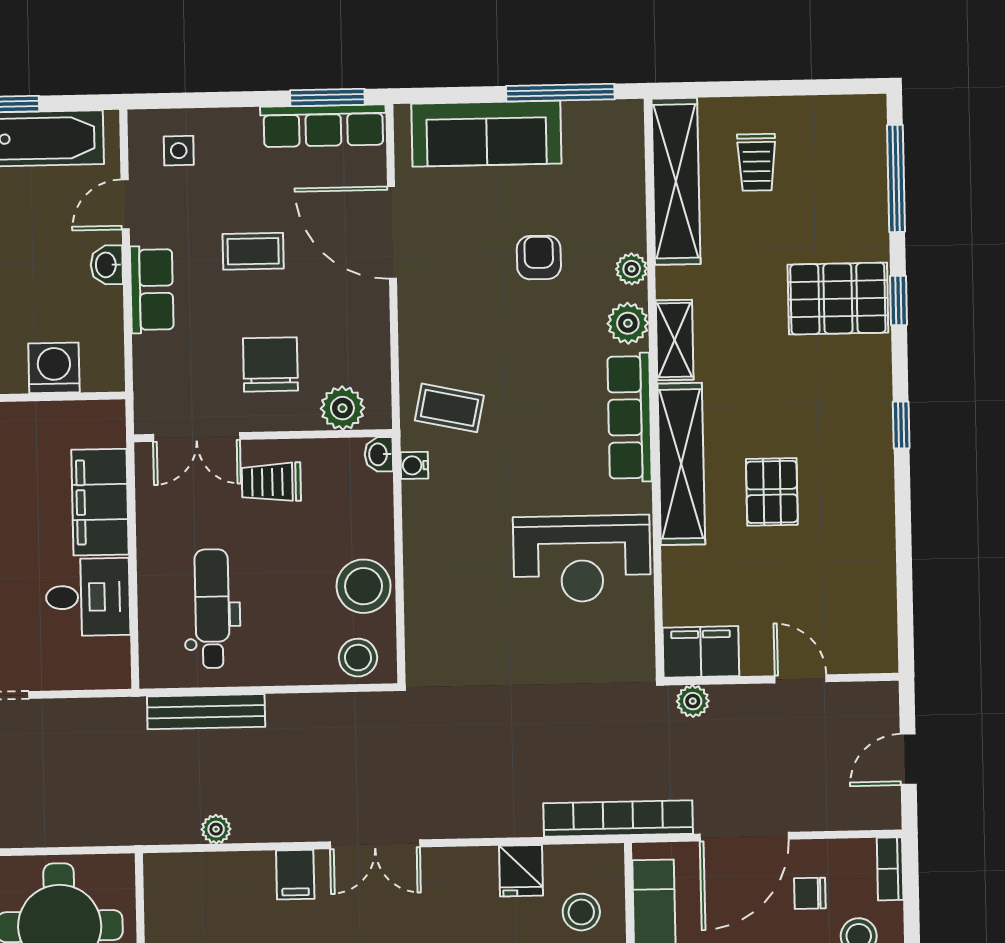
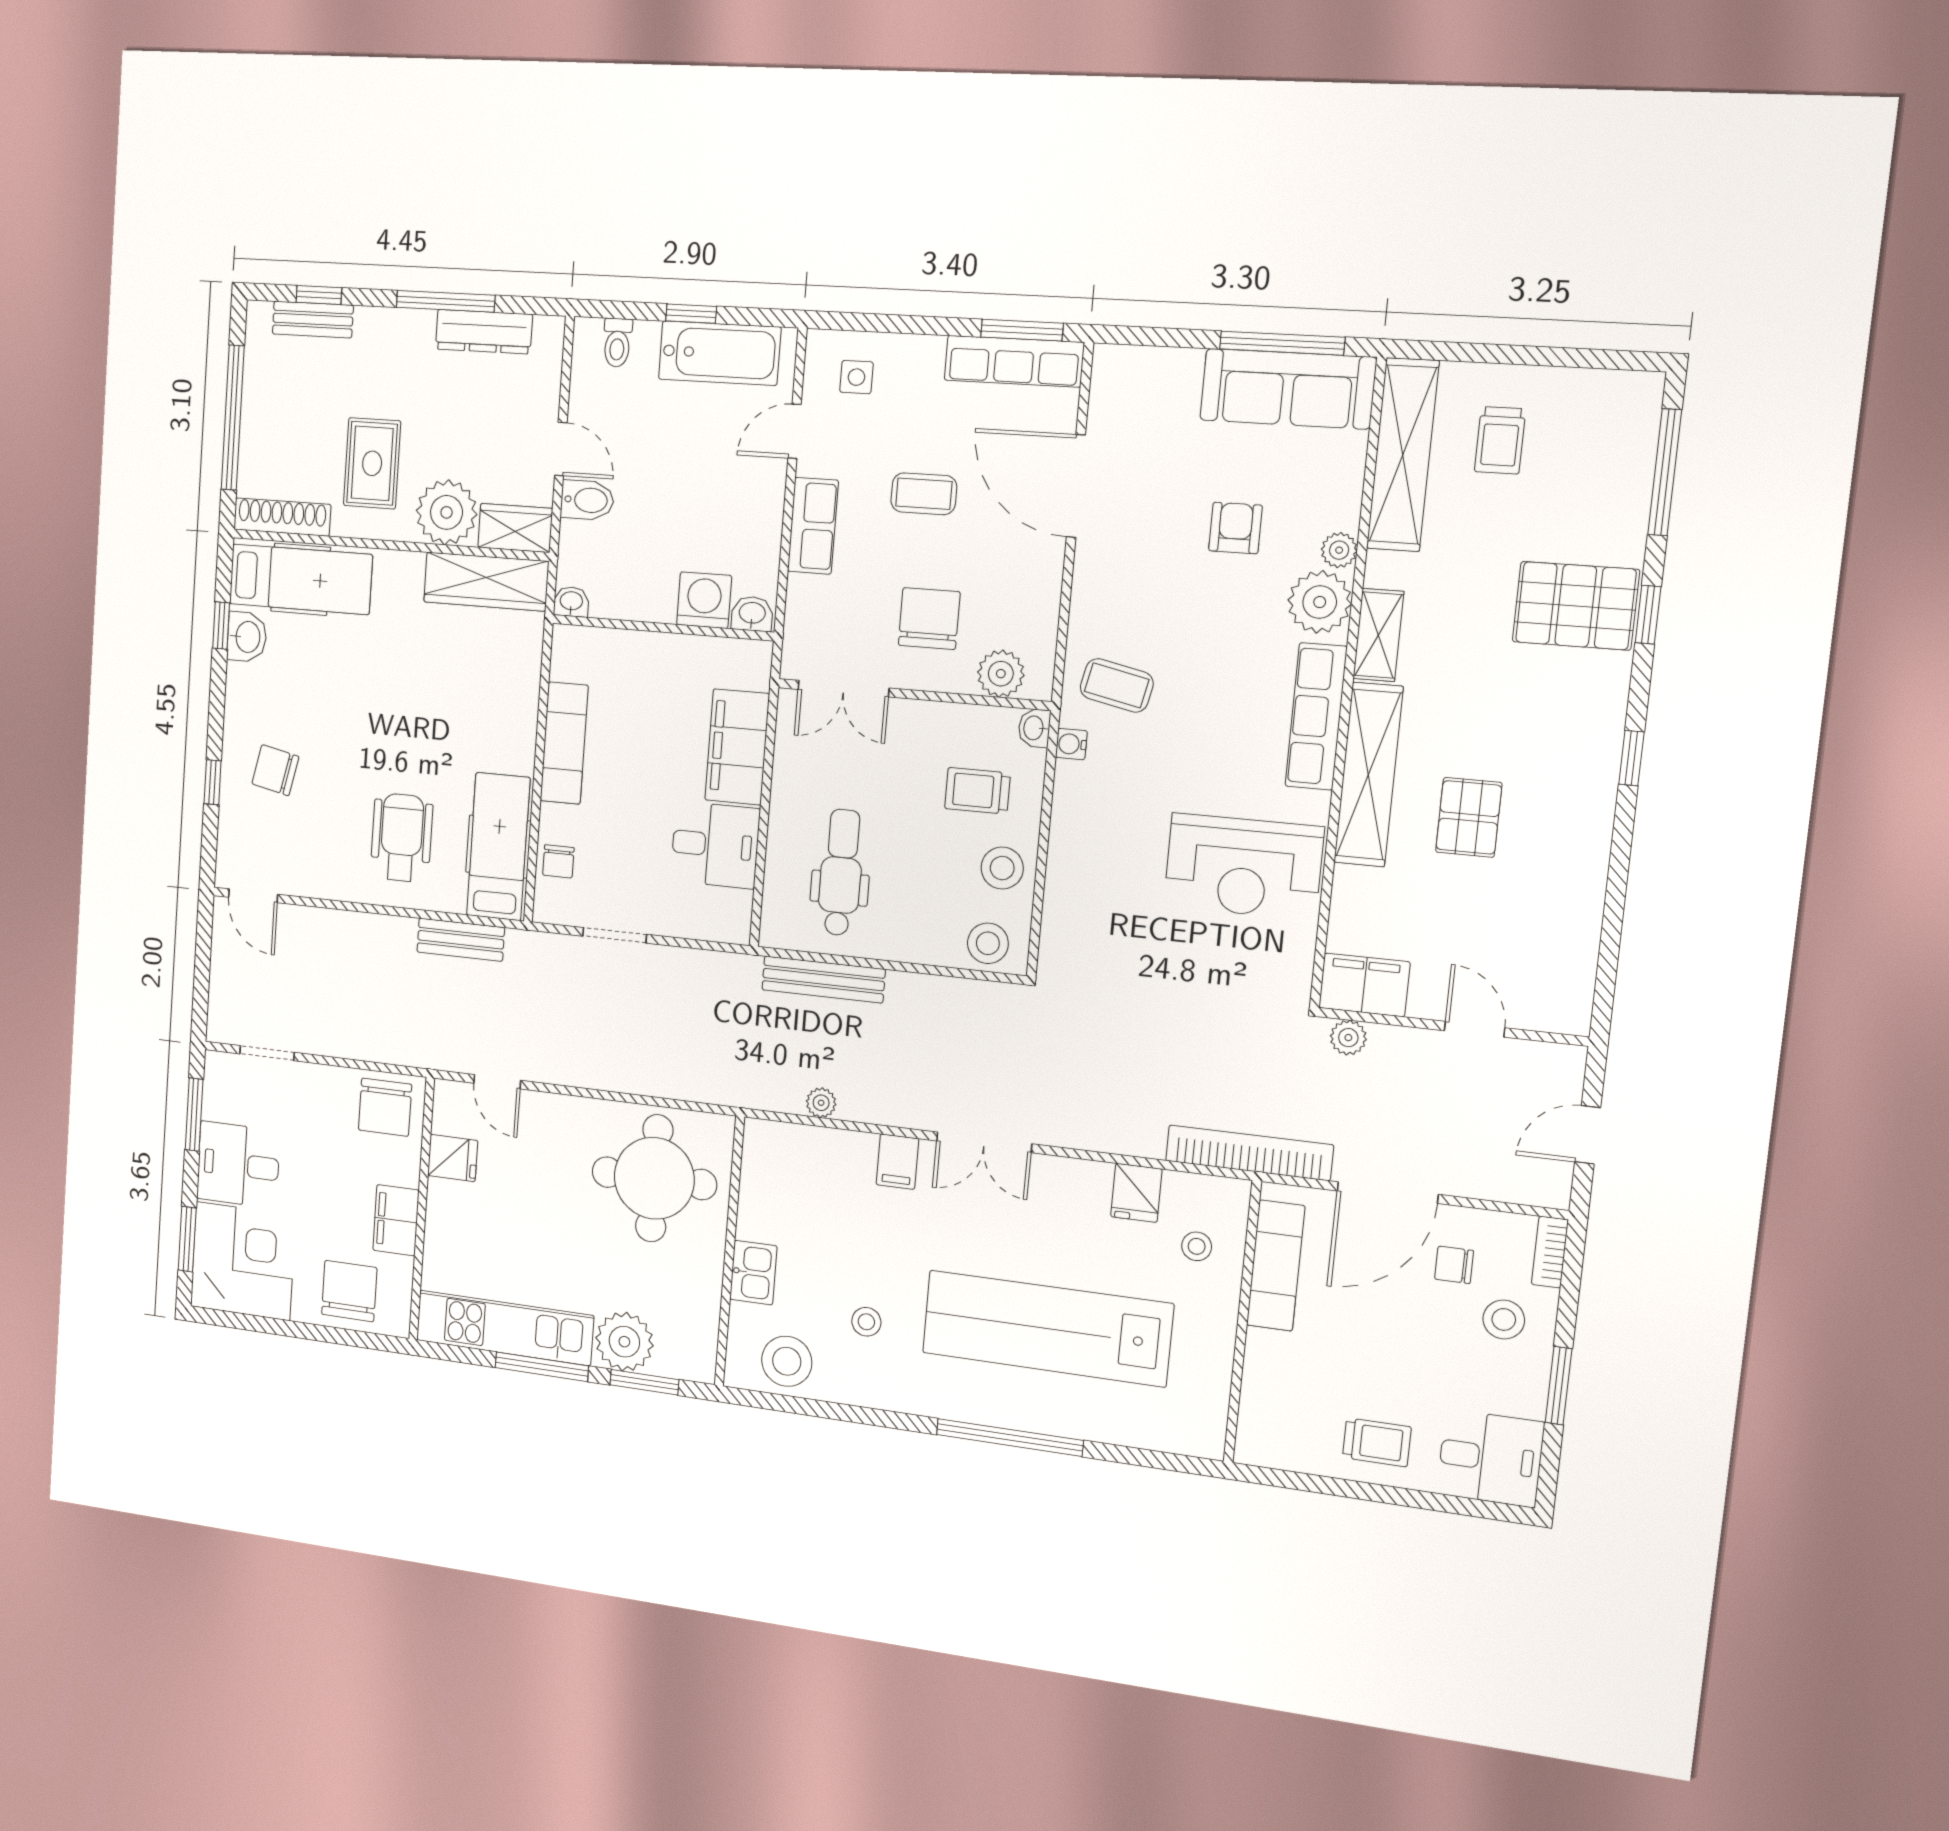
sofa: (486, 134) -> (1288, 389), moved
washbasin: (107, 265) -> (752, 614), moved, turned 90
plant: (628, 323) -> (1320, 602), width x1.36, depth x1.36
trolley: (271, 482) -> (977, 791), moved
stool: (364, 586) -> (1002, 868), width x0.73, depth x0.73
stool: (581, 912) -> (1197, 1246), width x0.73, depth x0.73

